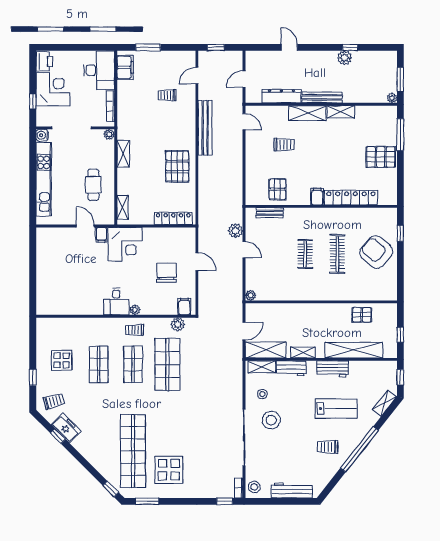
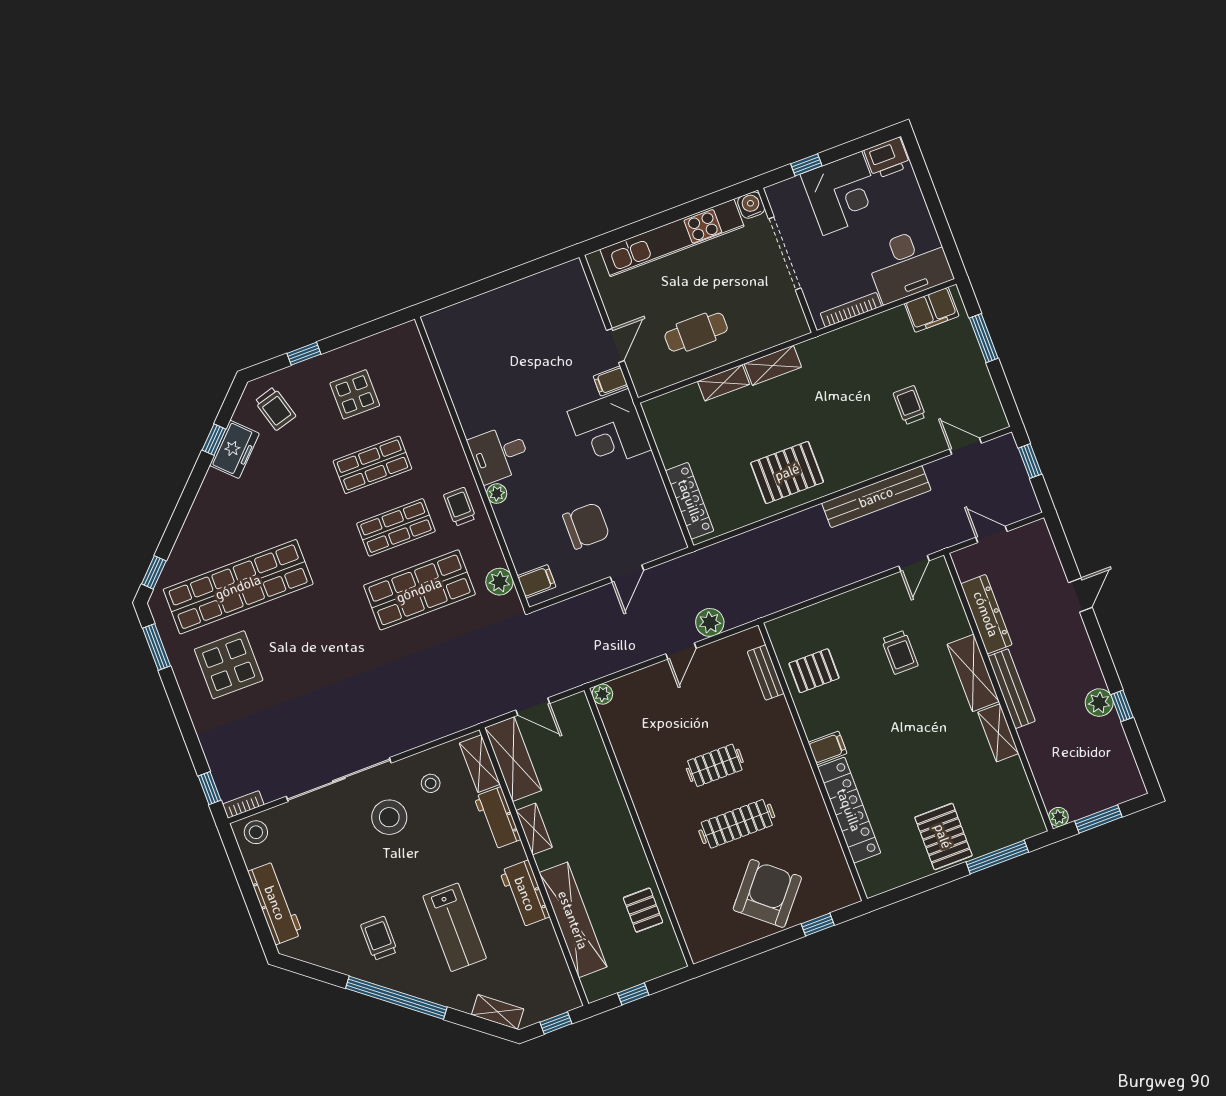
plant: (109, 134) -> (799, 327), removed
shelving: (123, 207) -> (724, 383), moved

